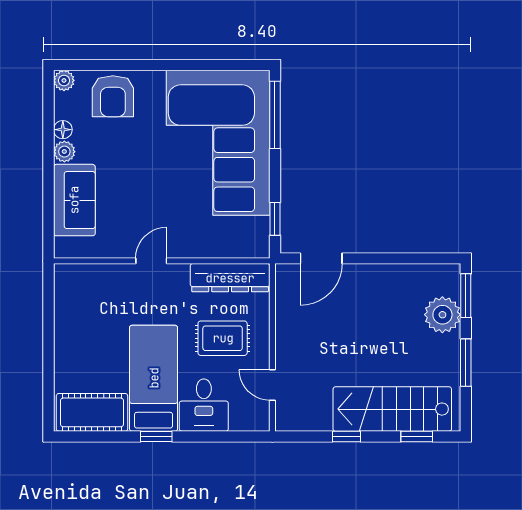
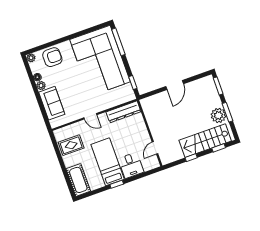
armchair: (113, 96) -> (52, 57), turned -90
door: (321, 258) -> (175, 85), moved
door: (151, 261) -> (90, 116), swing flipped
plant: (442, 315) -> (218, 115), moved
rug: (223, 338) -> (71, 145), moved
door: (272, 385) -> (155, 148), hinge flipped
cot: (92, 412) -> (78, 180), moved, turned 90

